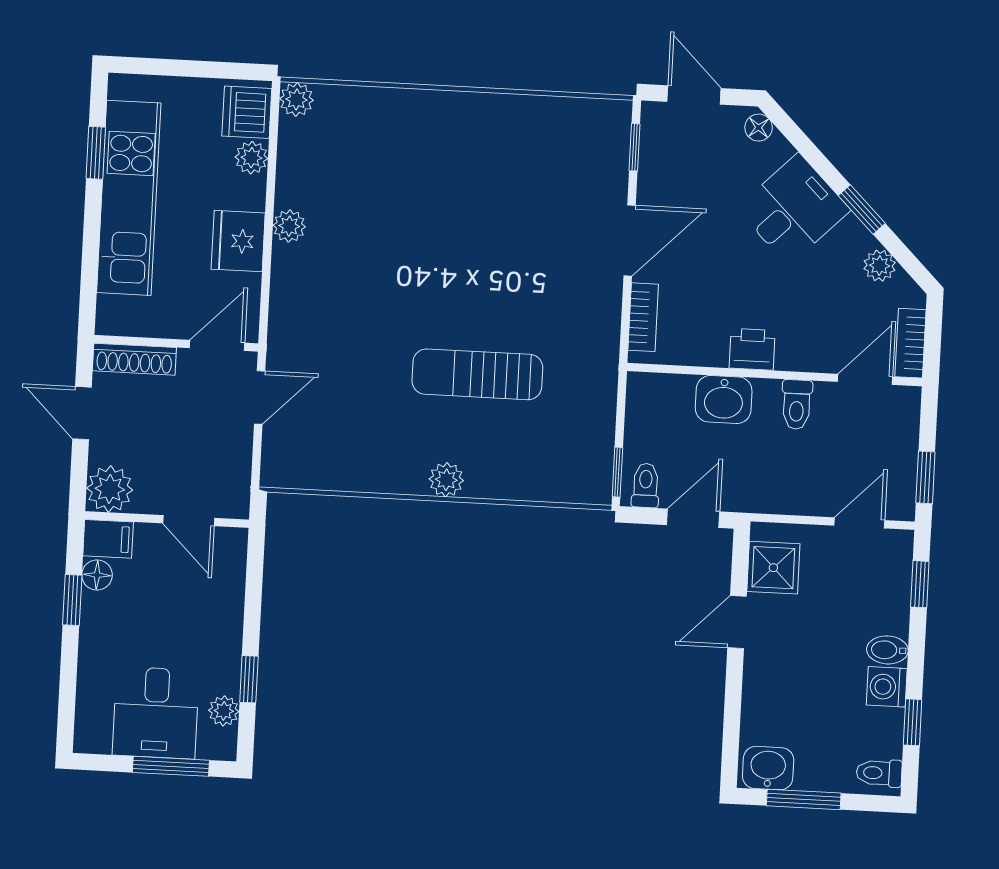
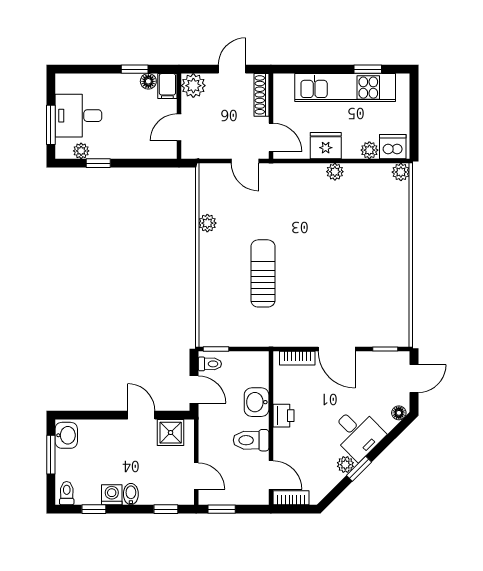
plant: (880, 266) -> (345, 465), moved
toilet: (797, 404) -> (251, 440), width x1.37, depth x1.39
plant: (446, 480) -> (207, 223), moved

